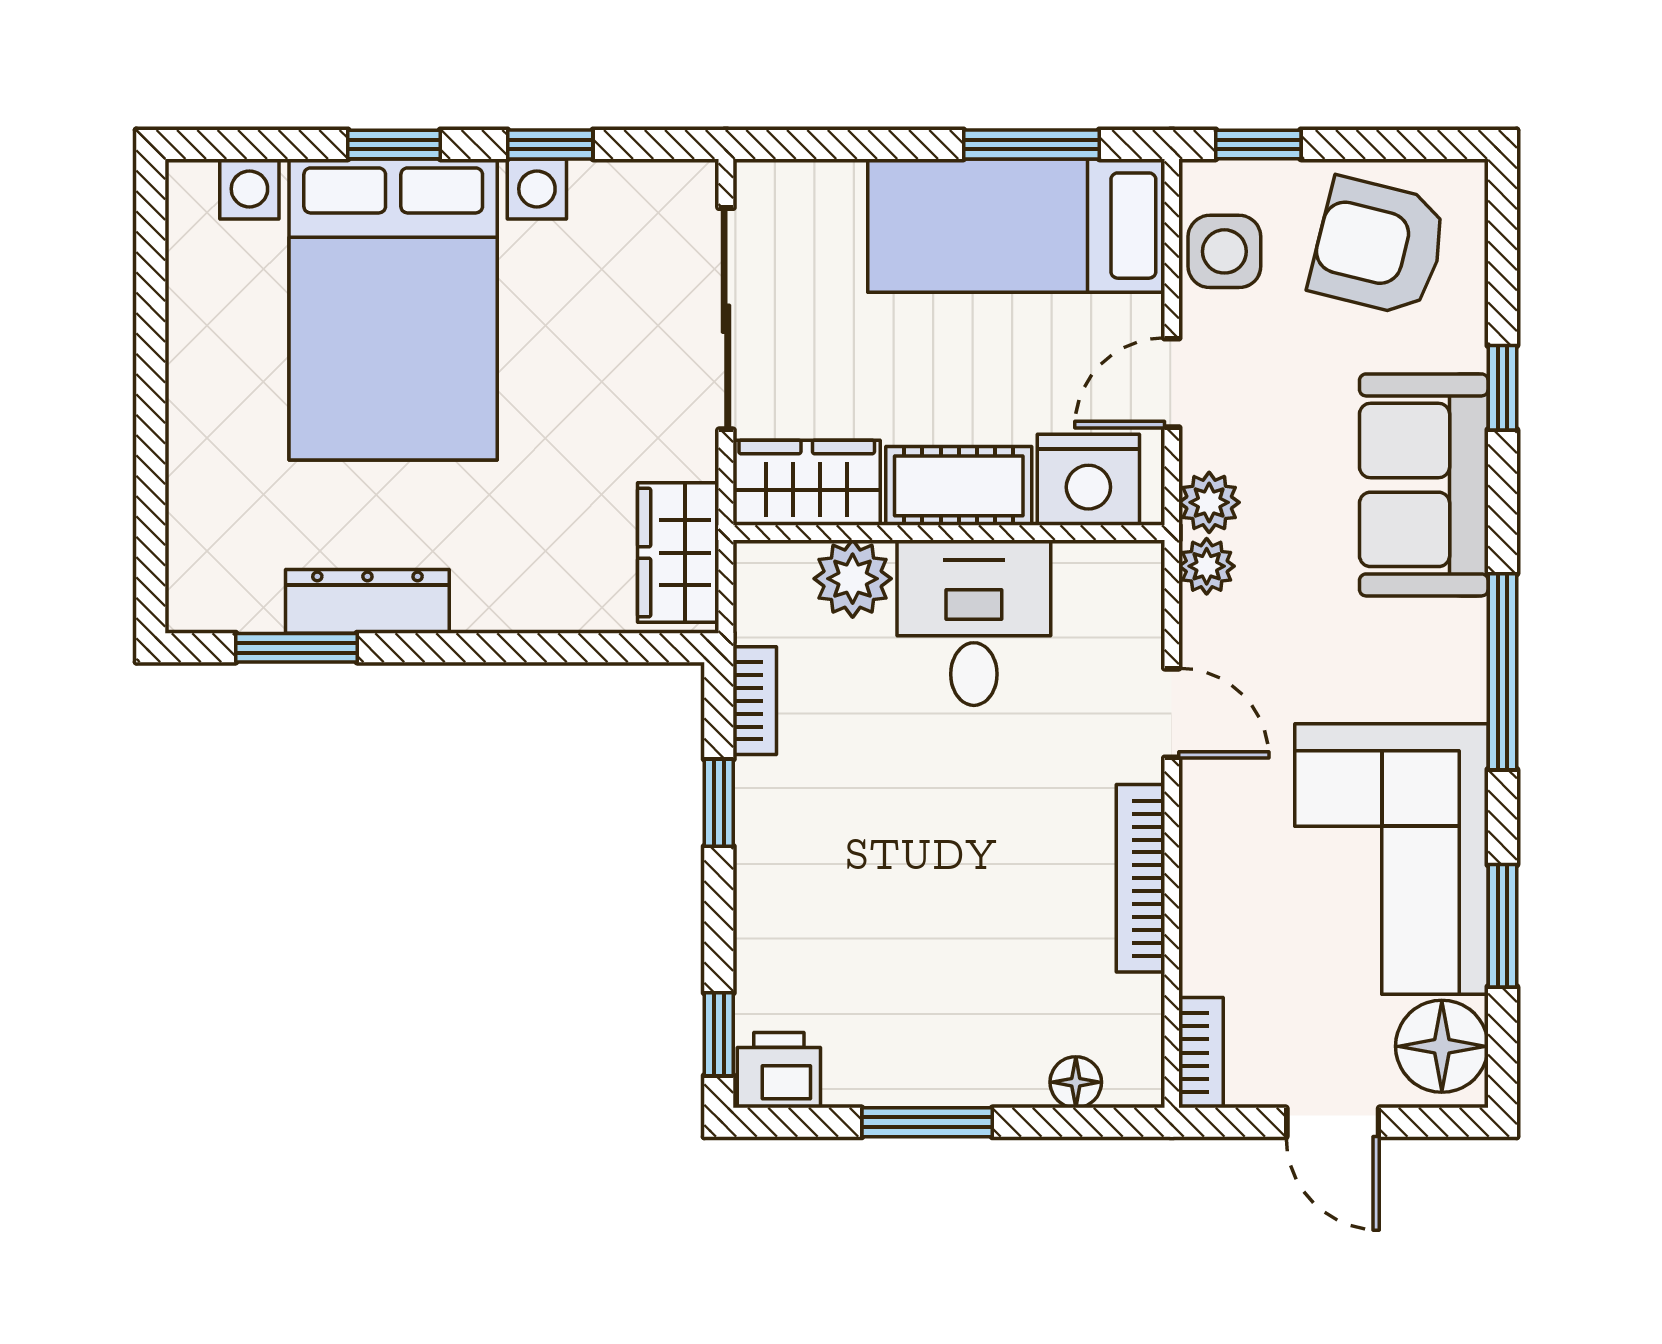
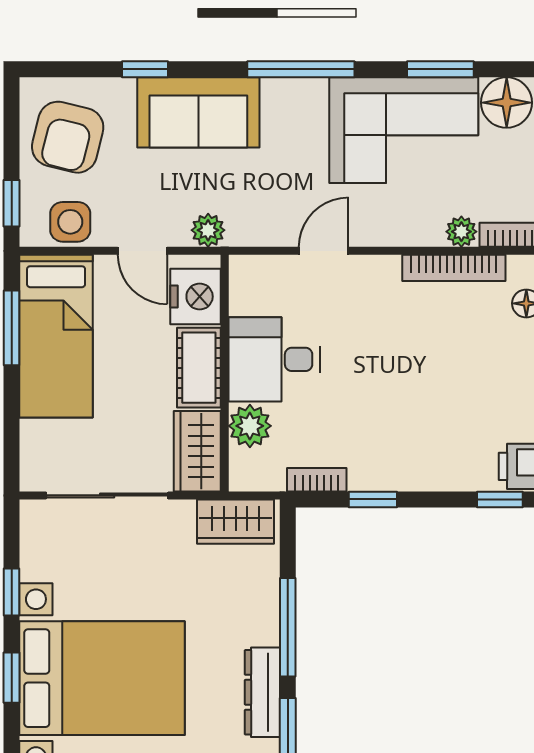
plant: (1207, 566) -> (461, 232), moved
window: (486, 648) -> (288, 627), added
bookcase: (1140, 878) -> (454, 268), moved

